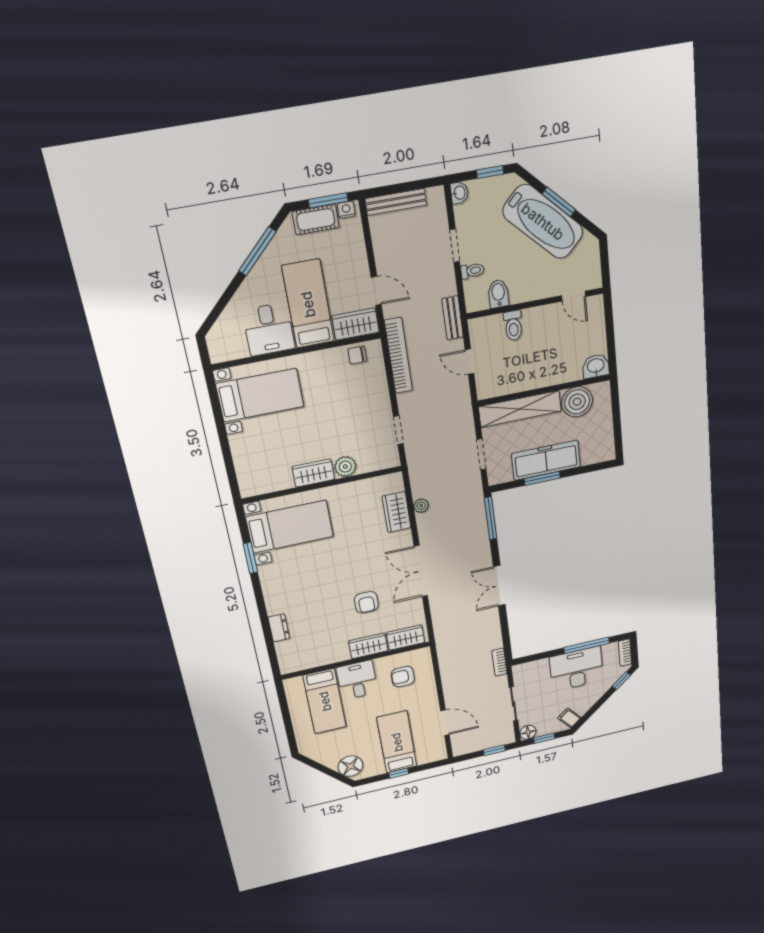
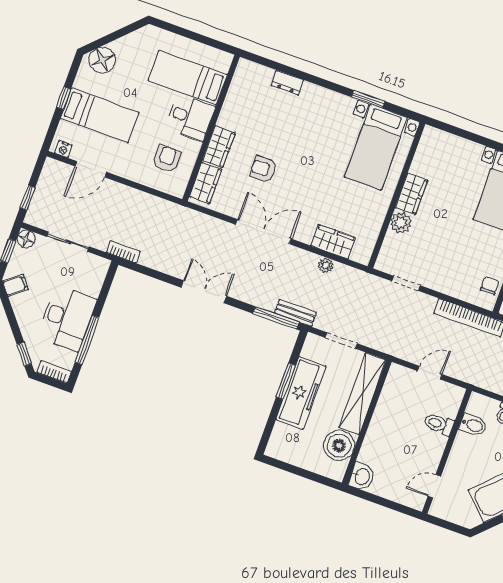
bench: (453, 318) -> (295, 313), moved
nightstand: (440, 750) -> (63, 149), added

